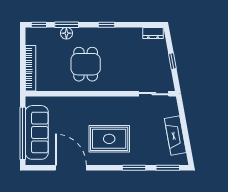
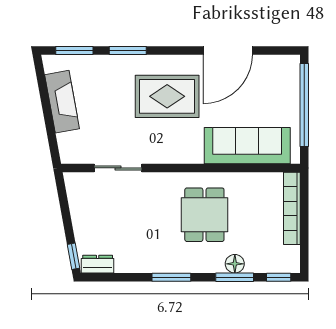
window: (106, 25) -> (171, 277), width x1.50
window: (172, 61) -> (74, 256), moved
sliding door: (154, 94) -> (118, 168), moved
sofa: (37, 132) -> (247, 146), moved, turned 90
door: (71, 168) -> (228, 50), hinge flipped

